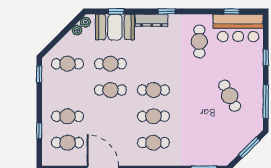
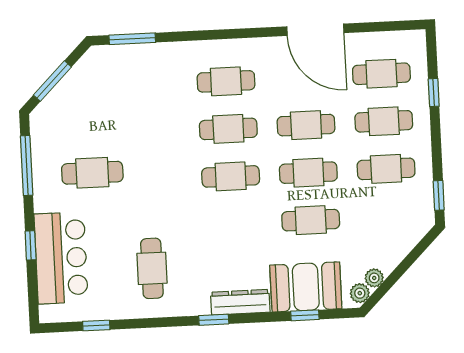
bar counter: (238, 28) -> (61, 258), moved, turned 90
cafe table: (67, 64) -> (386, 169), moved
cafe table: (230, 96) -> (92, 173), turned -63
cafe table: (110, 116) -> (306, 125), added

